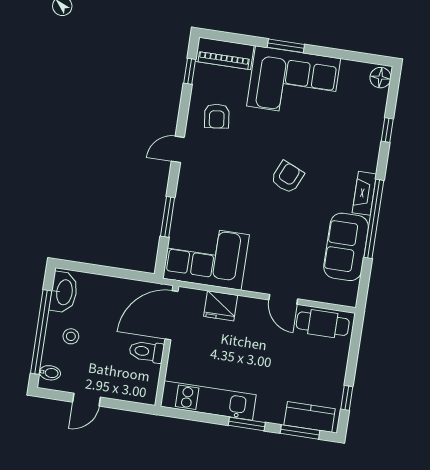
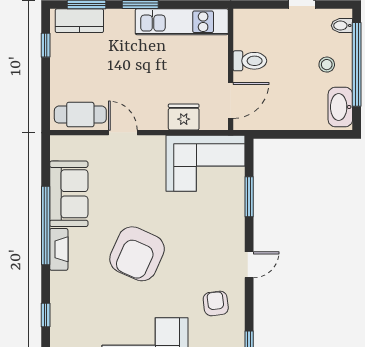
armchair: (287, 177) -> (137, 254), width x1.88, depth x1.88
door: (172, 315) -> (231, 100), width x0.73

